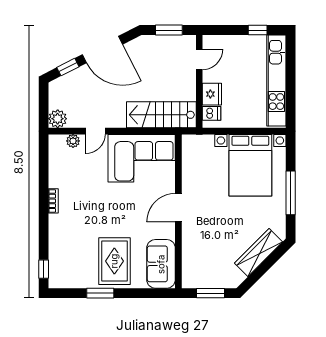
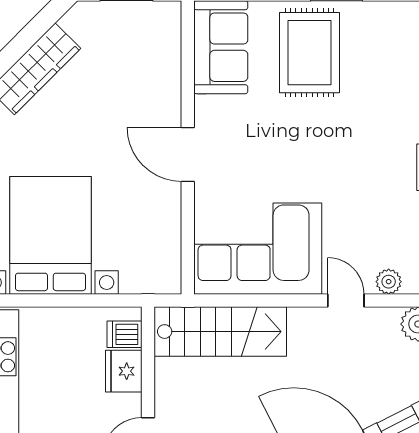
door: (95, 131) -> (346, 300), hinge flipped
door: (178, 208) -> (188, 154), swing flipped

